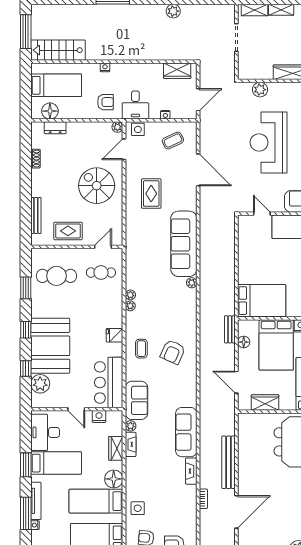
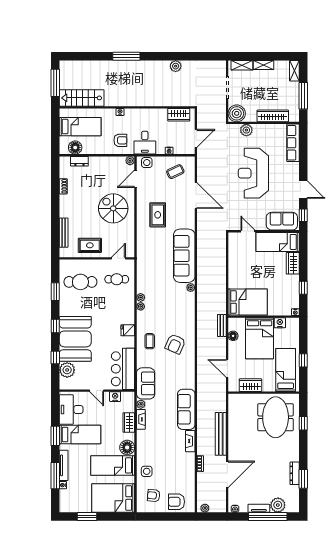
boiler: (248, 69) -> (237, 113), added

